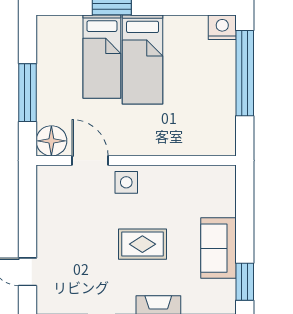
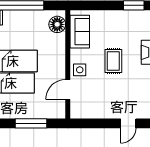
floor lamp: (51, 141) -> (57, 24), moved
sofa: (219, 248) -> (80, 32), moved, turned -90

